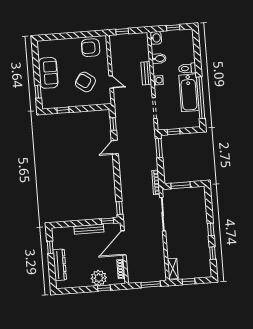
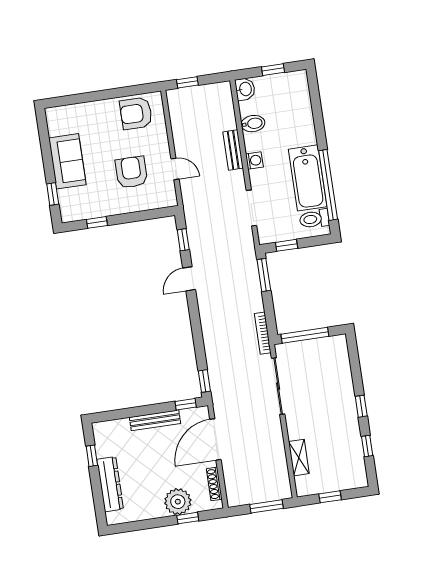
toilet: (187, 68) -> (314, 219), moved
armchair: (85, 82) -> (131, 172), turned 55
window: (181, 185) -> (305, 335), width x1.44
shelving: (173, 269) -> (299, 458), moved

